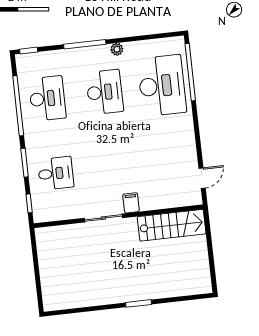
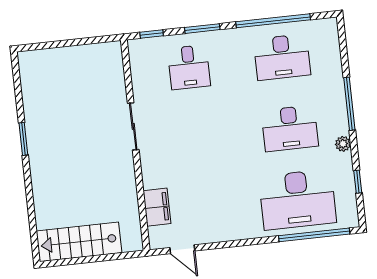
window: (29, 51) -> (358, 182), moved
filing cabinet: (131, 203) -> (157, 207), moved, width x2.00
stairs: (172, 225) -> (79, 242), moved, turned 90
window: (139, 303) -> (23, 139), moved

